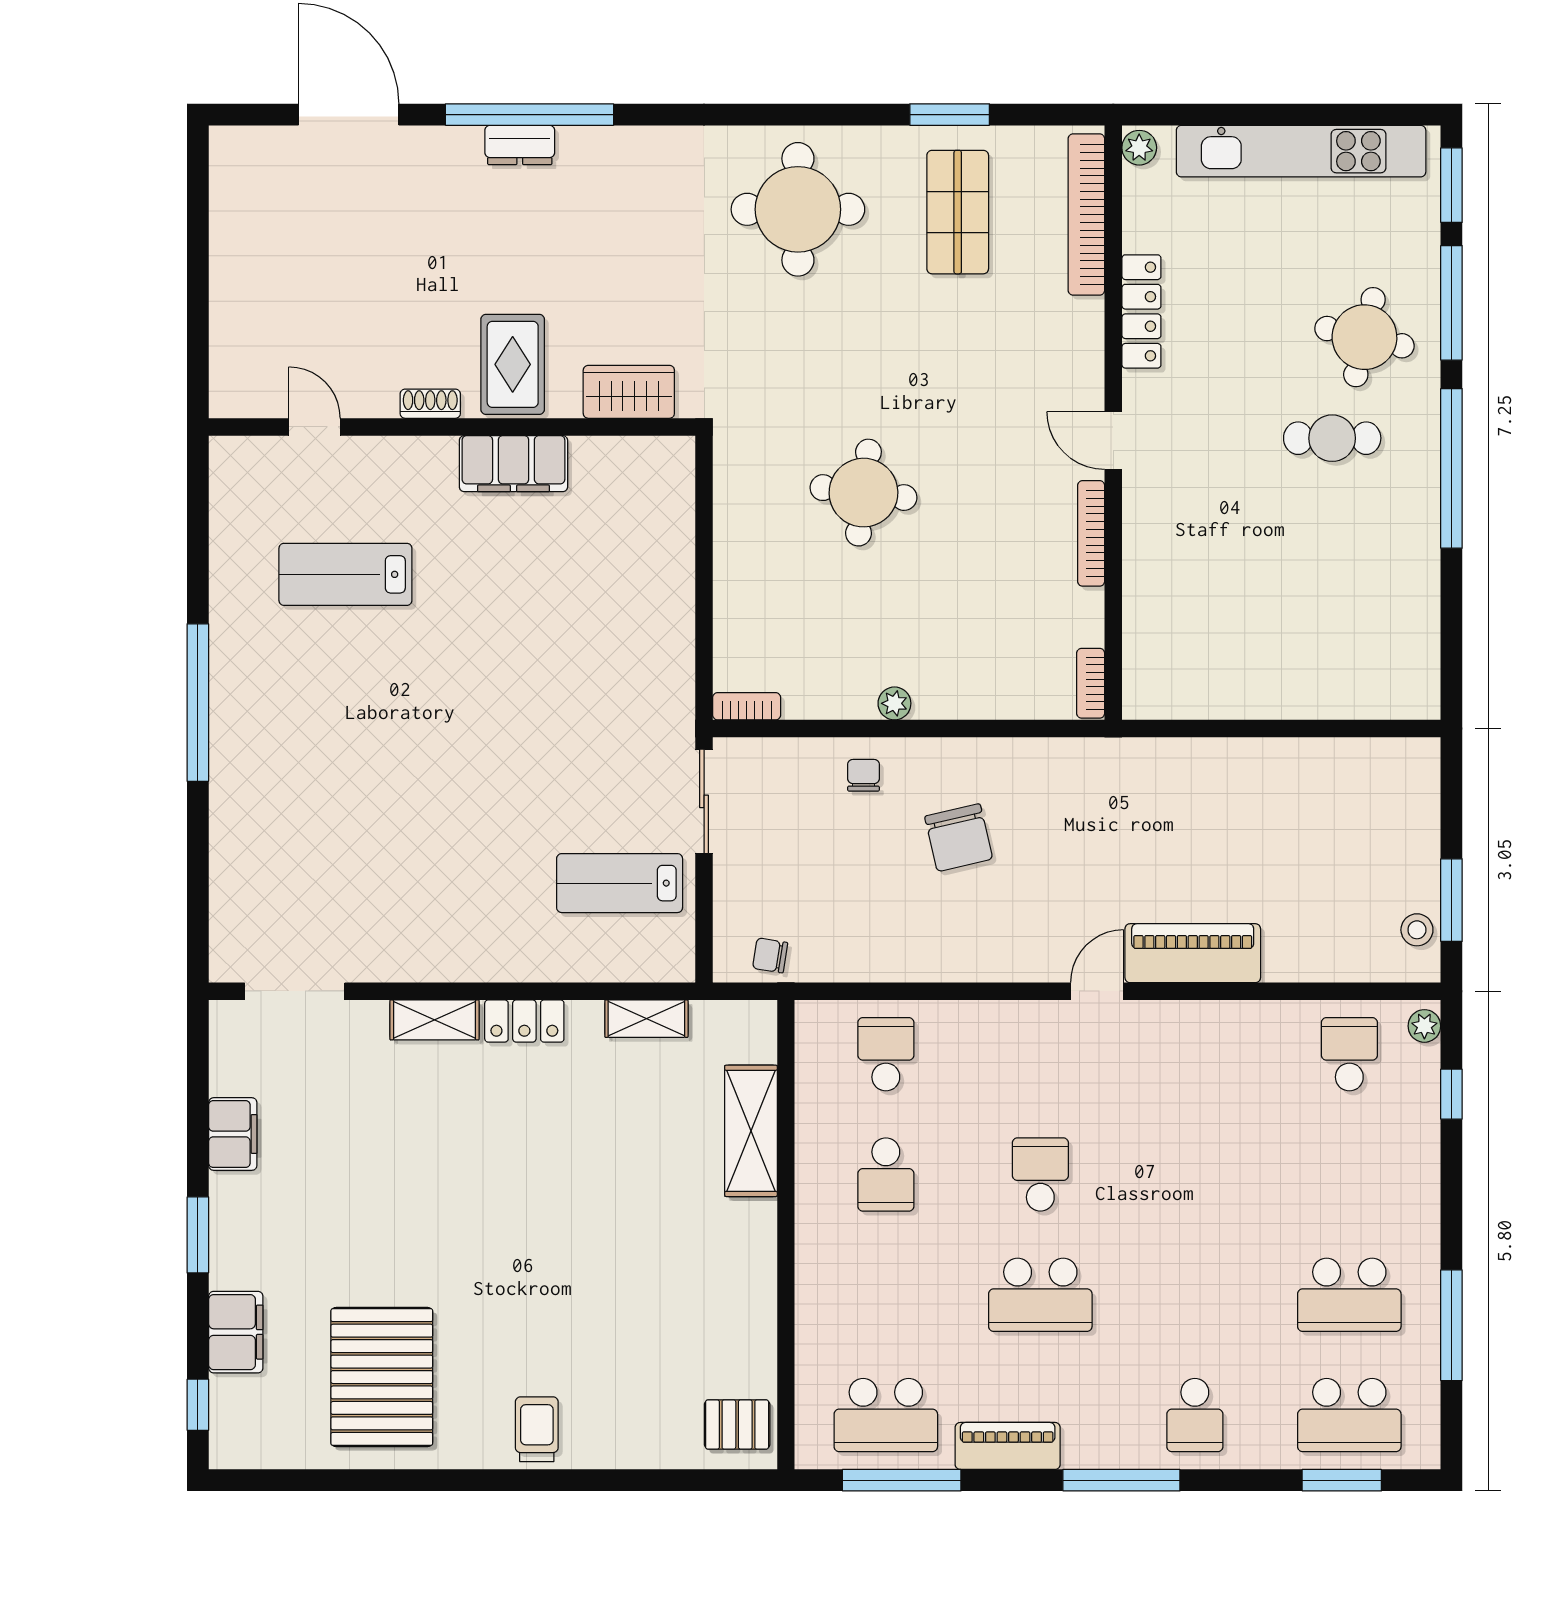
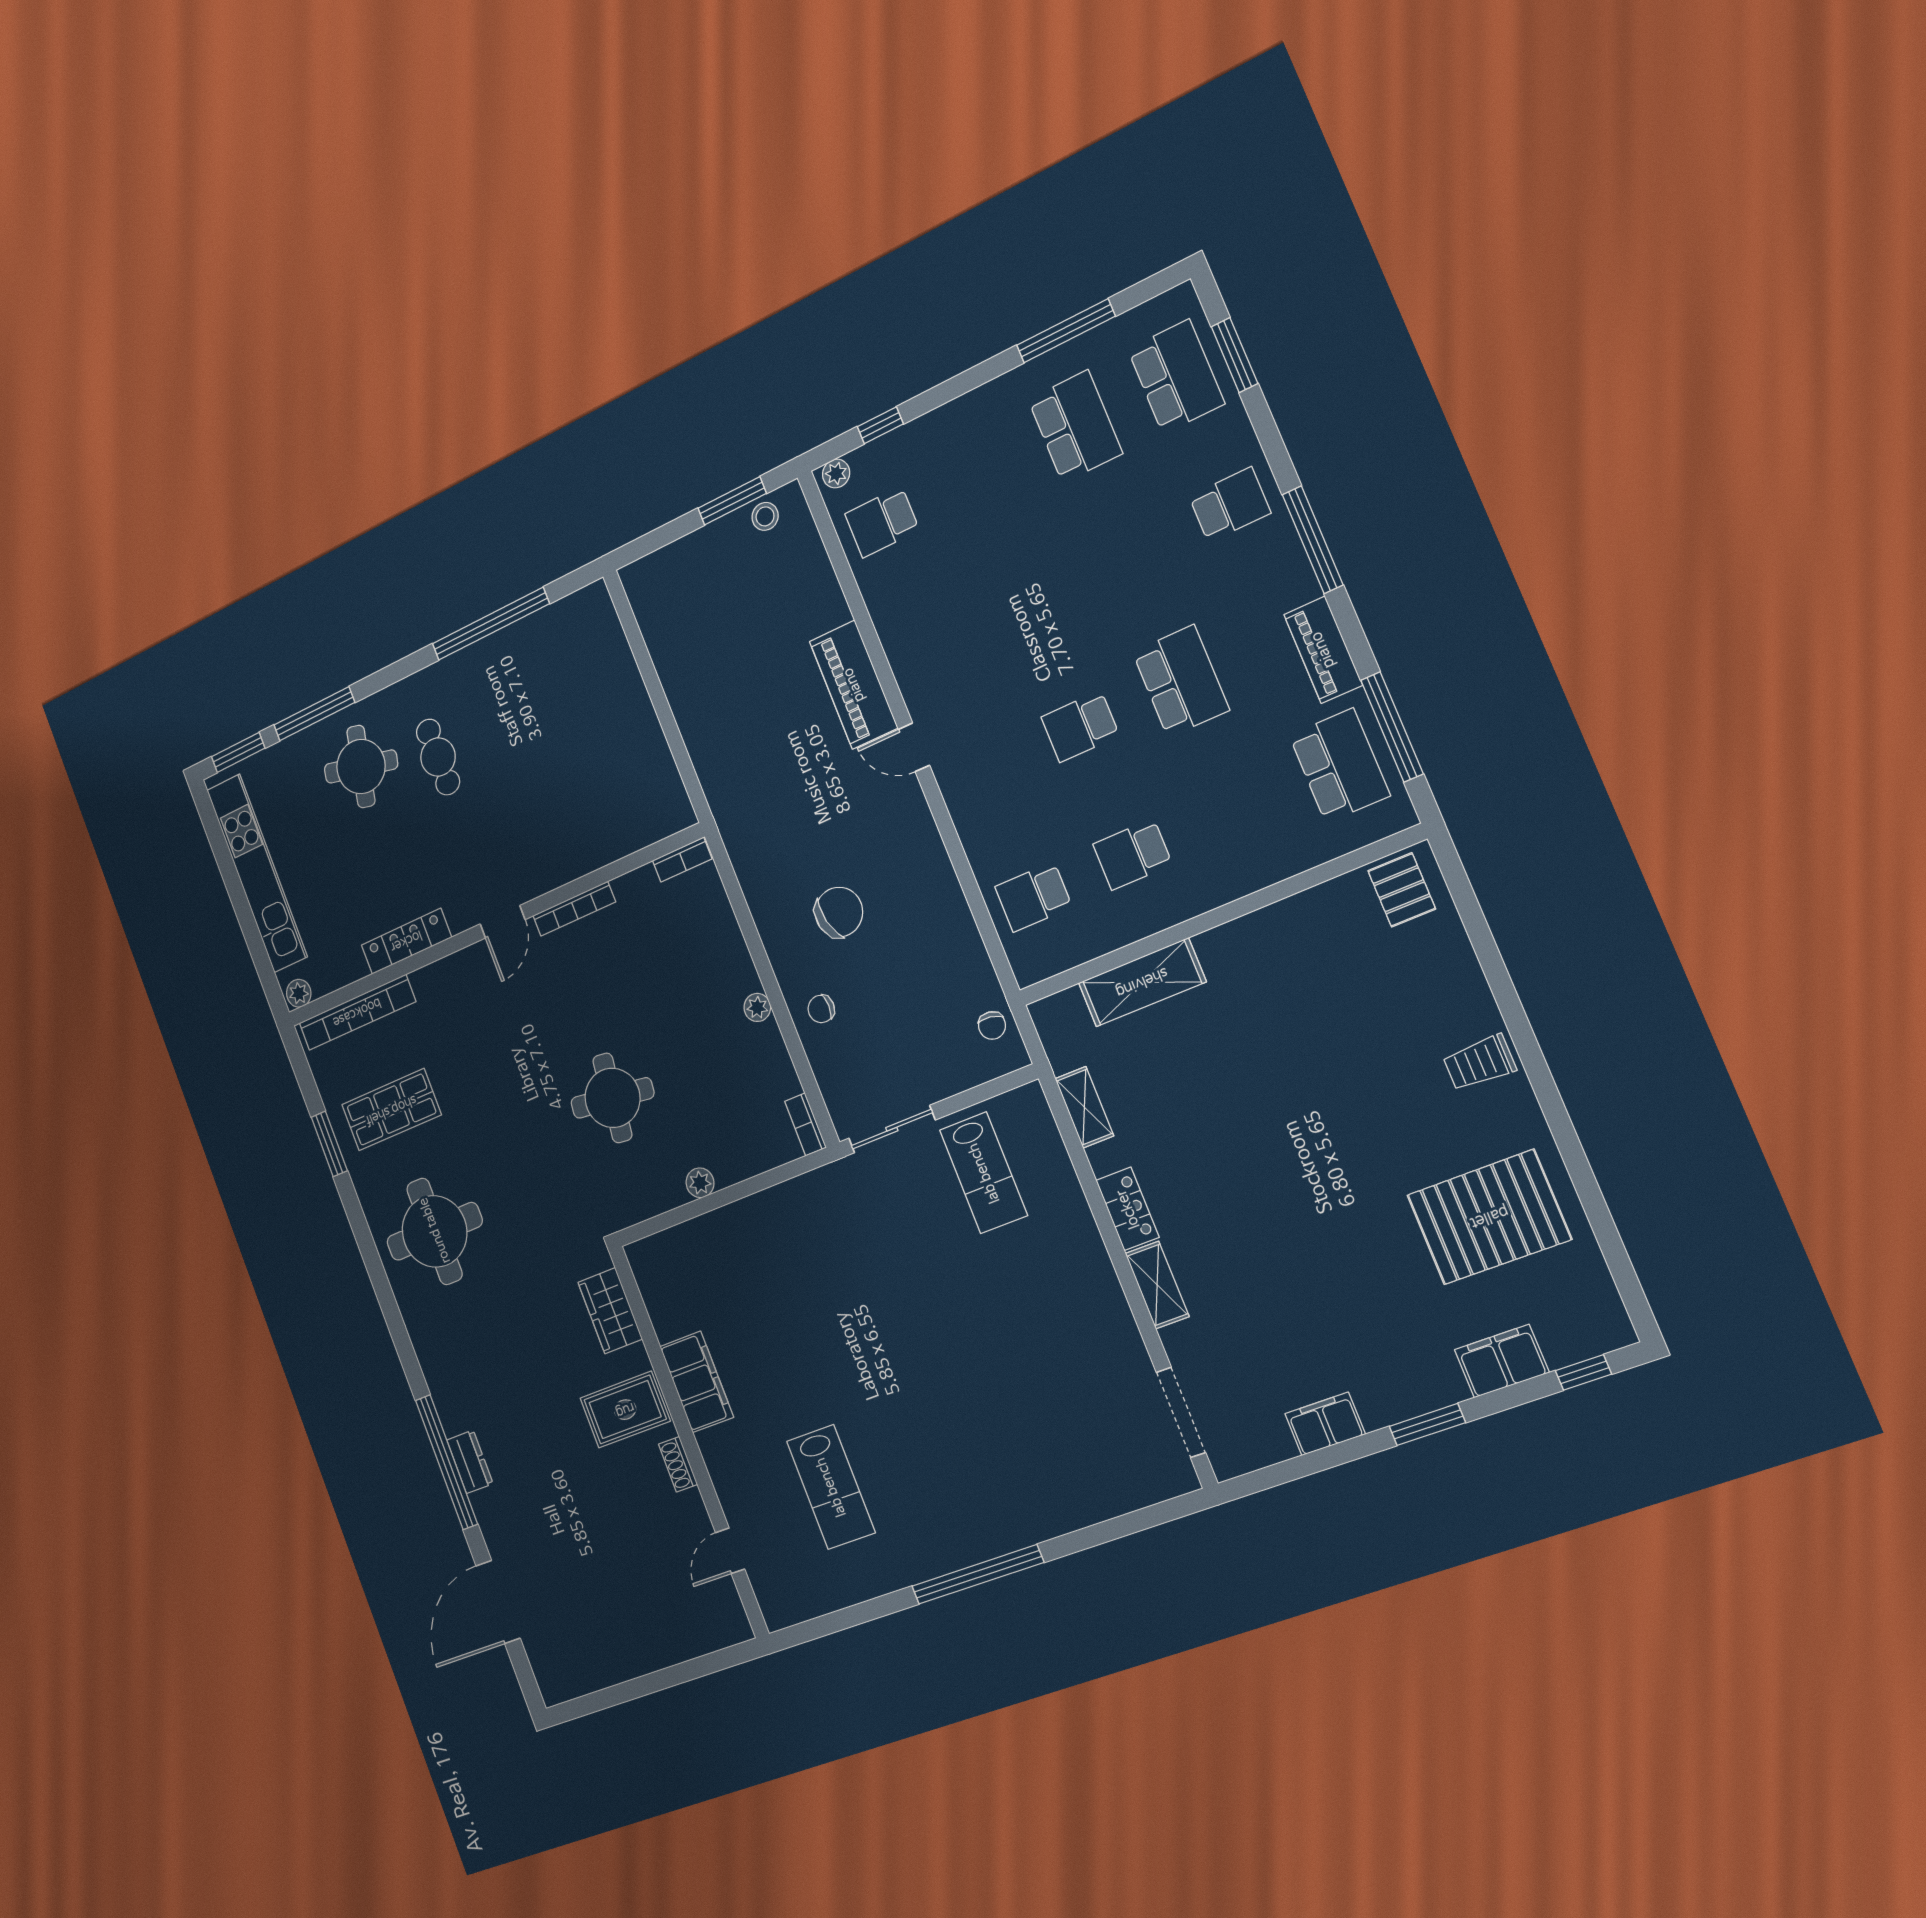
window: (1451, 468) -> (491, 624), moved
plant: (730, 558) -> (700, 1183), added
school desk: (886, 1175) -> (1133, 854), turned 180

